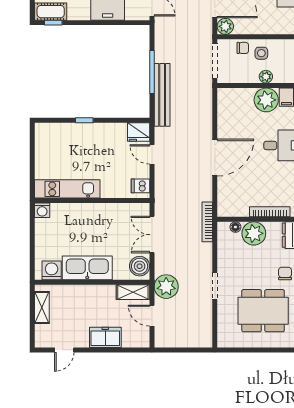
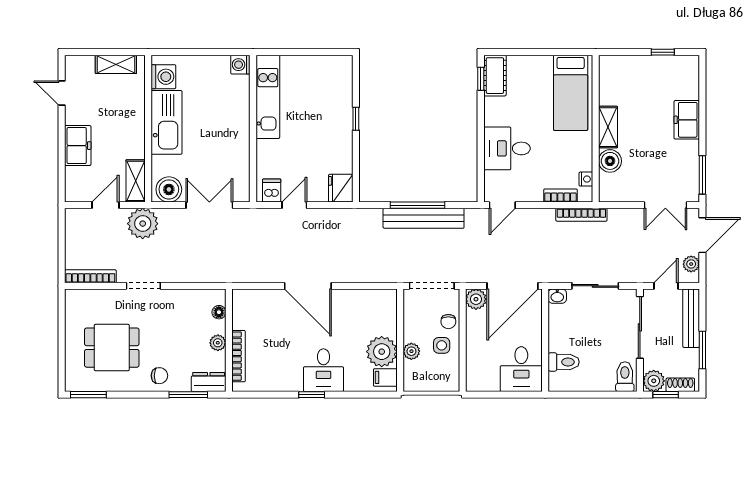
bench: (162, 95) -> (424, 218), moved
door: (152, 154) -> (294, 205), moved
bookcase: (207, 222) -> (90, 276), moved
plant: (254, 233) -> (218, 343), width x0.53, depth x0.53
dining table: (263, 311) -> (112, 348), width x0.73

